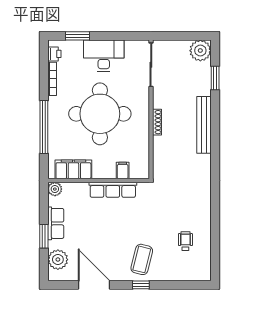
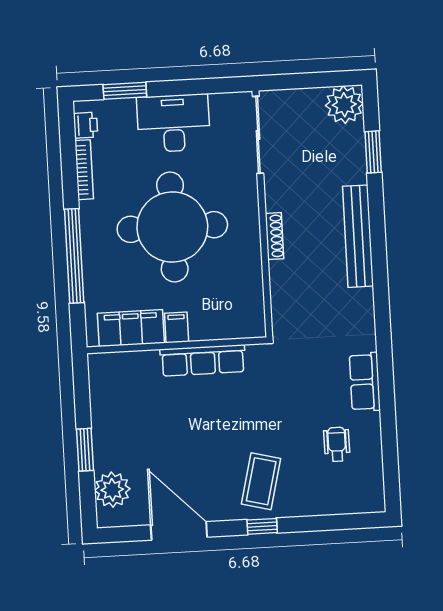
filing cabinet: (123, 170) -> (177, 327), moved
plant: (55, 189) -> (100, 365), removed
row of seats: (56, 223) -> (365, 382), moved, turned 180

